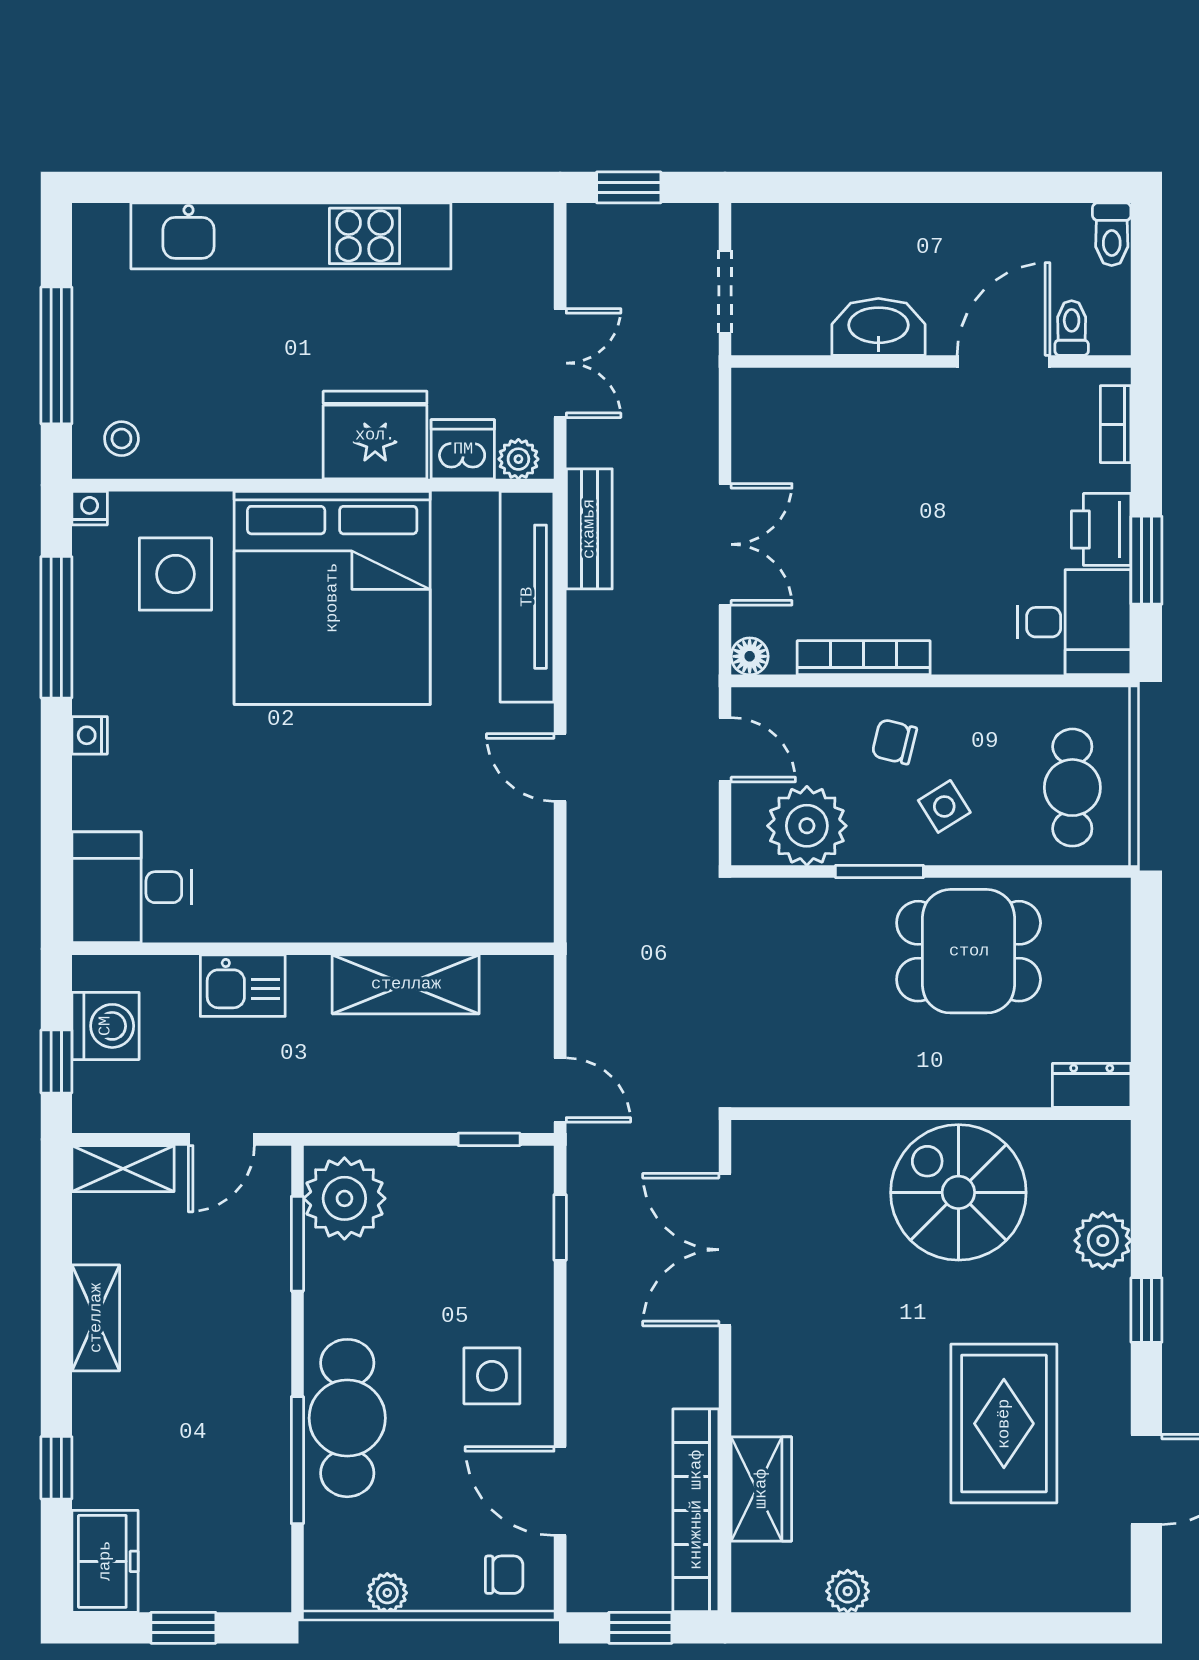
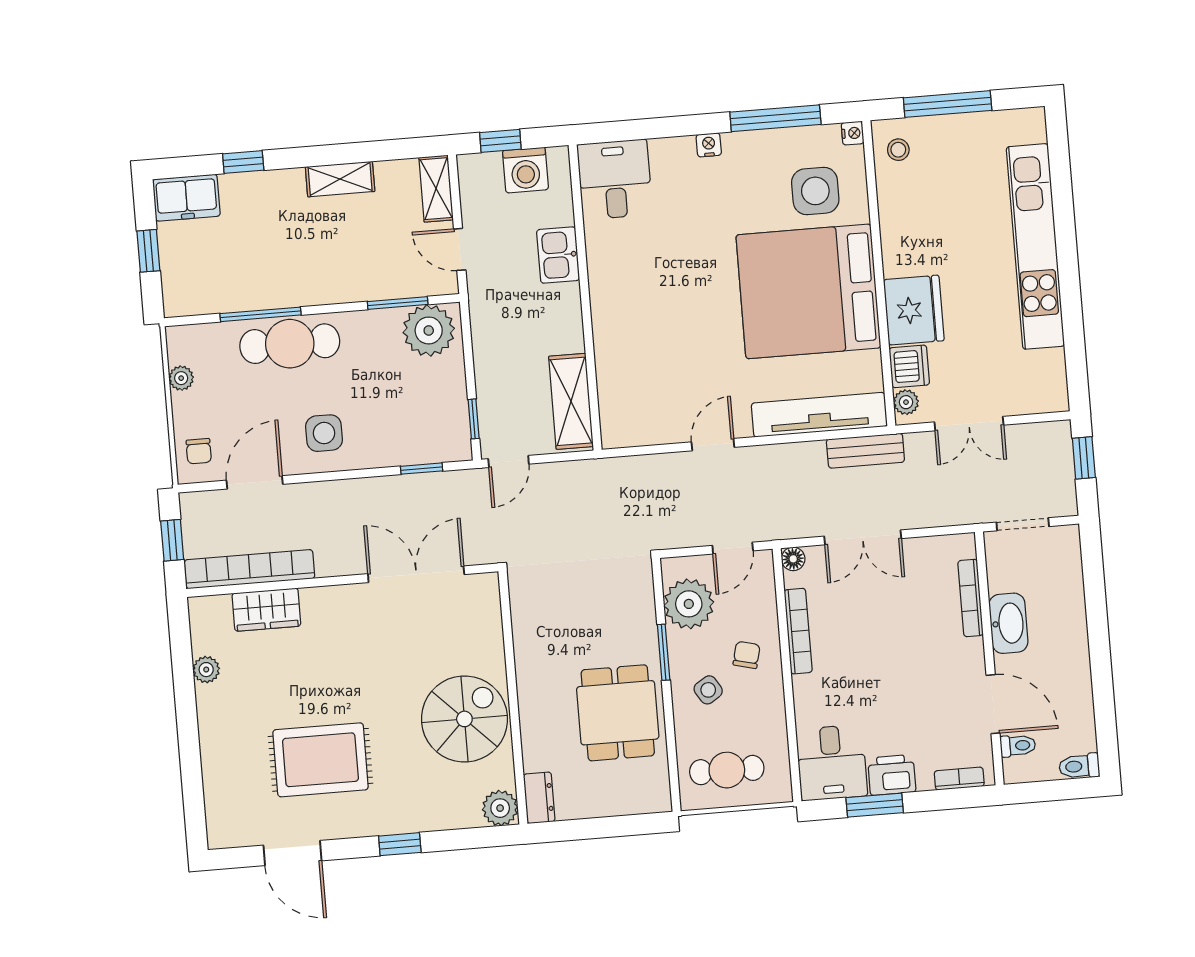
bookcase: (834, 383) -> (971, 598), added
shelving: (406, 984) -> (571, 401), moved
plant: (1103, 1241) -> (500, 808), moved

